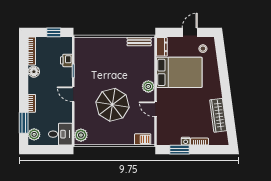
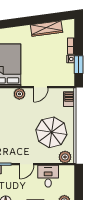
parasol: (113, 105) -> (51, 132), moved
desk: (60, 134) -> (48, 176), moved

